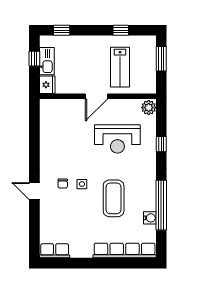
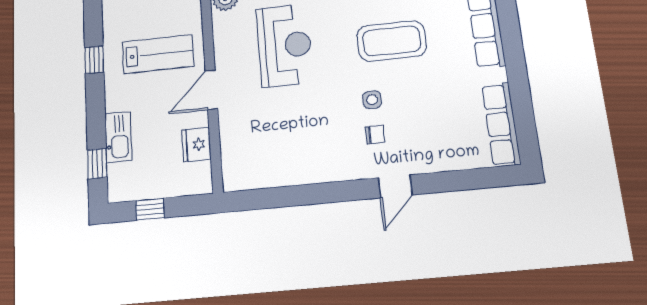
kitchen sink: (47, 61) -> (118, 137), moved, turned 90
fridge: (47, 85) -> (196, 145), moved, turned -90
door: (96, 96) -> (211, 90), swing flipped
row of seats: (55, 251) -> (501, 124), width x1.48

